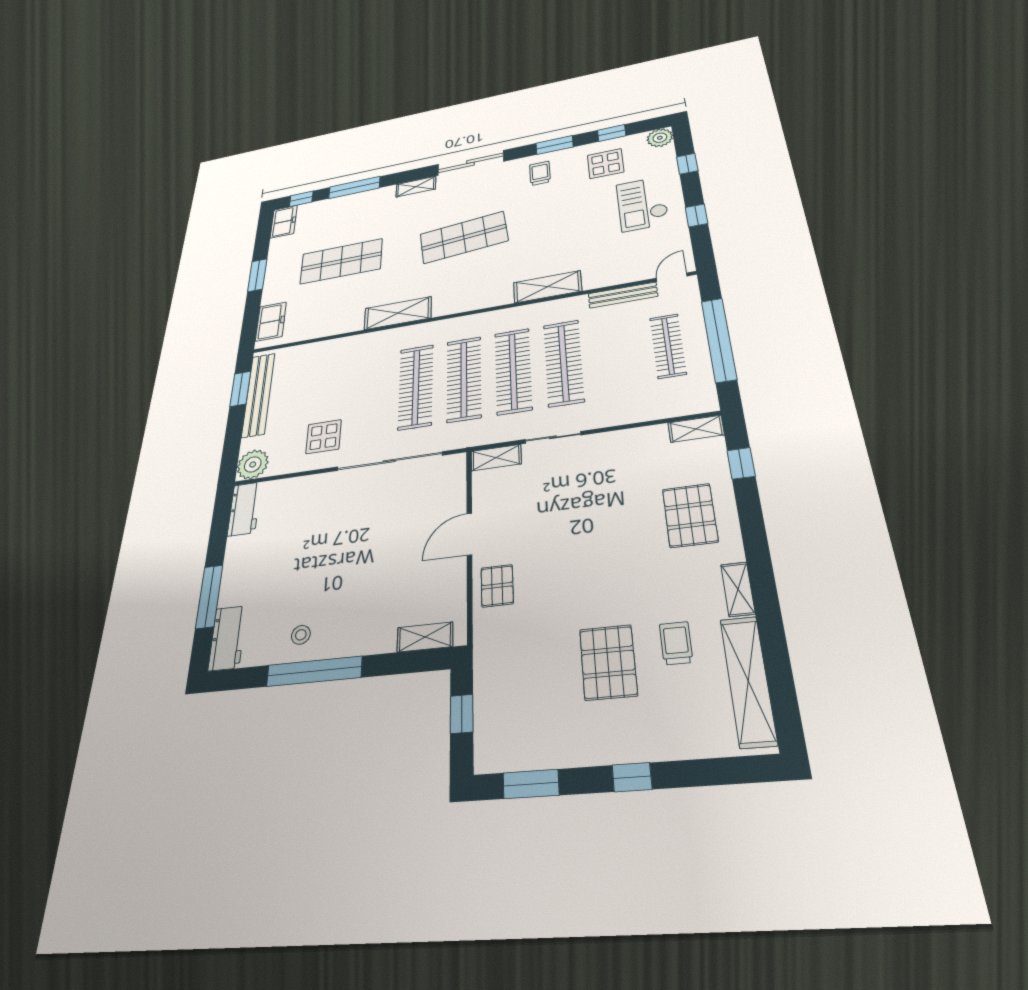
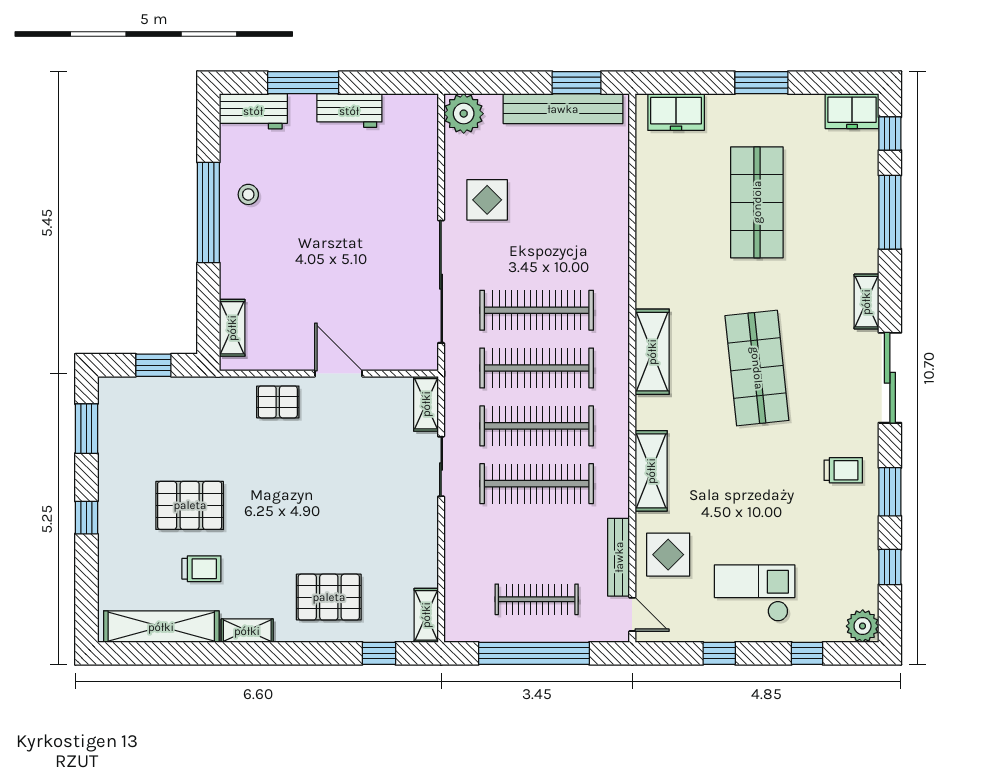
display table: (606, 164) -> (668, 555), moved
shelving: (398, 313) -> (652, 352), moved
workbench: (244, 509) -> (349, 111), moved

